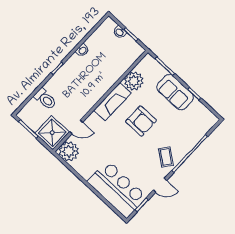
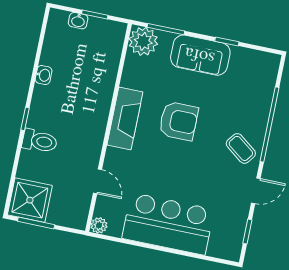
plant: (134, 81) -> (143, 41), moved
toilet: (45, 99) -> (40, 141), moved
door: (76, 127) -> (97, 181), hinge flipped
shower: (52, 133) -> (30, 200), moved
plant: (69, 151) -> (99, 225), width x0.53, depth x0.53
bar counter: (117, 189) -> (168, 224), moved

